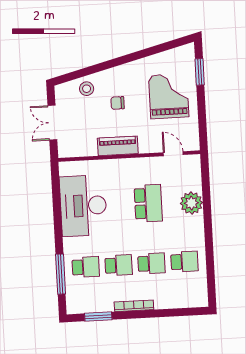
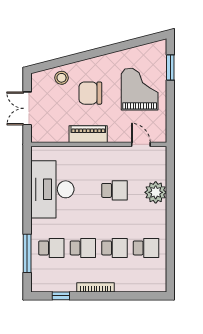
chair: (118, 103) -> (90, 93), width x1.87, depth x1.87
school desk: (148, 203) -> (114, 190), width x0.54
window: (98, 317) -> (61, 296), width x0.67

